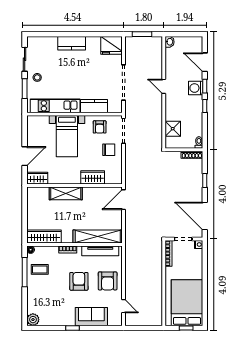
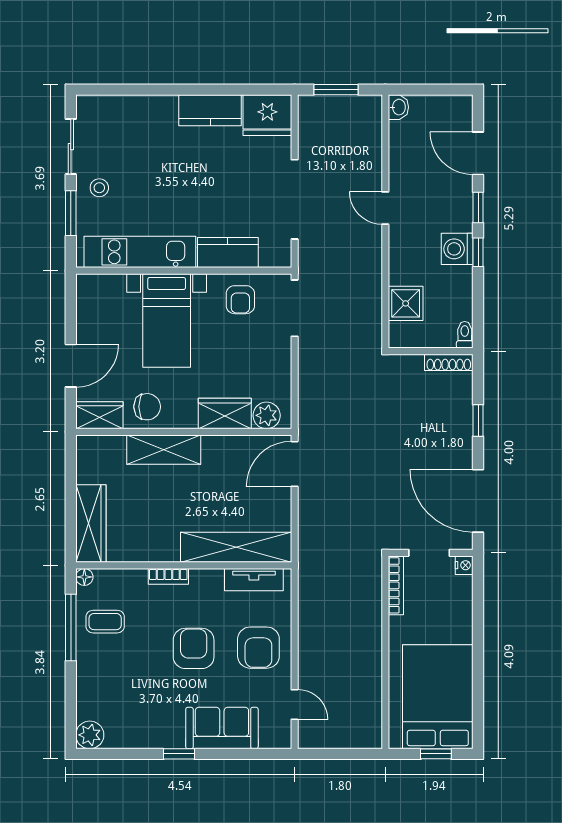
kitchen counter: (72, 43) -> (210, 110), moved
washing machine: (196, 88) -> (457, 249), moved
chair: (109, 150) -> (147, 407), moved
plant: (111, 178) -> (267, 415), added
wardrobe: (44, 237) -> (91, 524), moved, turned 90
tv unit: (100, 251) -> (254, 580), width x0.71

